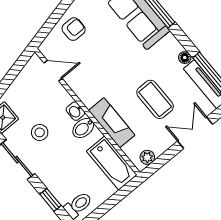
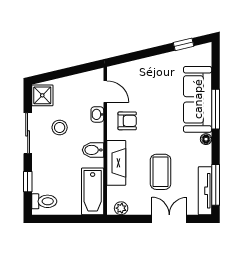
armchair: (74, 29) -> (127, 121), moved
floor lamp: (185, 58) -> (206, 139), moved
washbasin: (75, 111) -> (97, 114), moved

